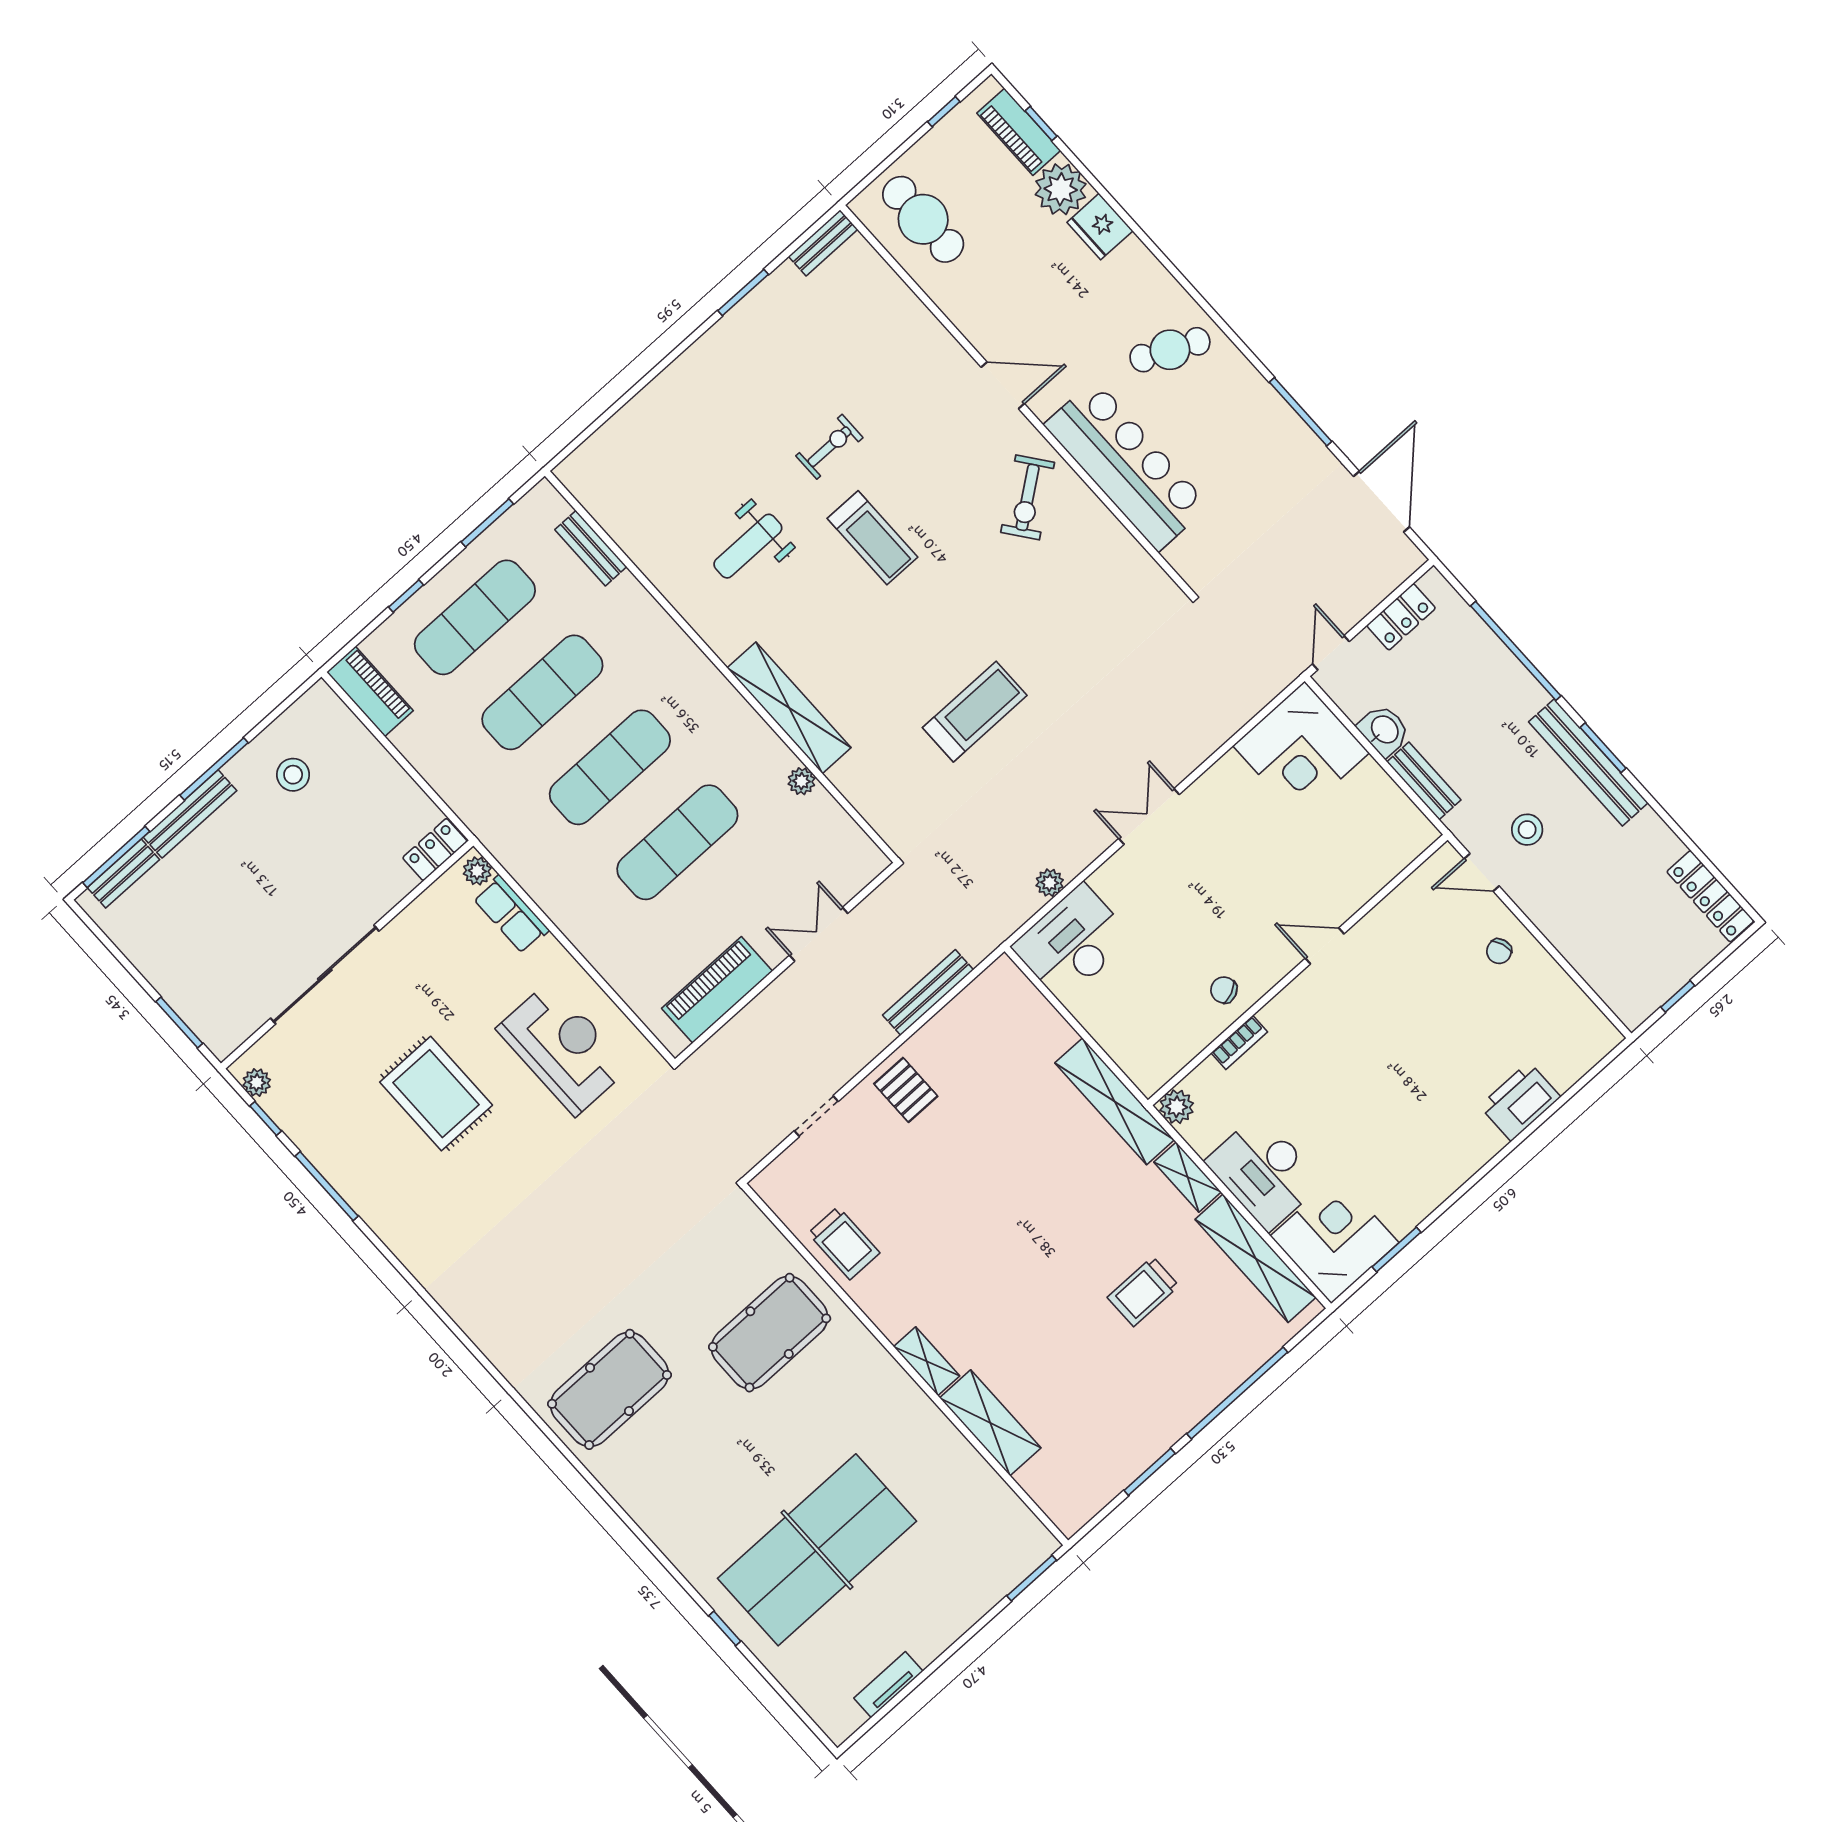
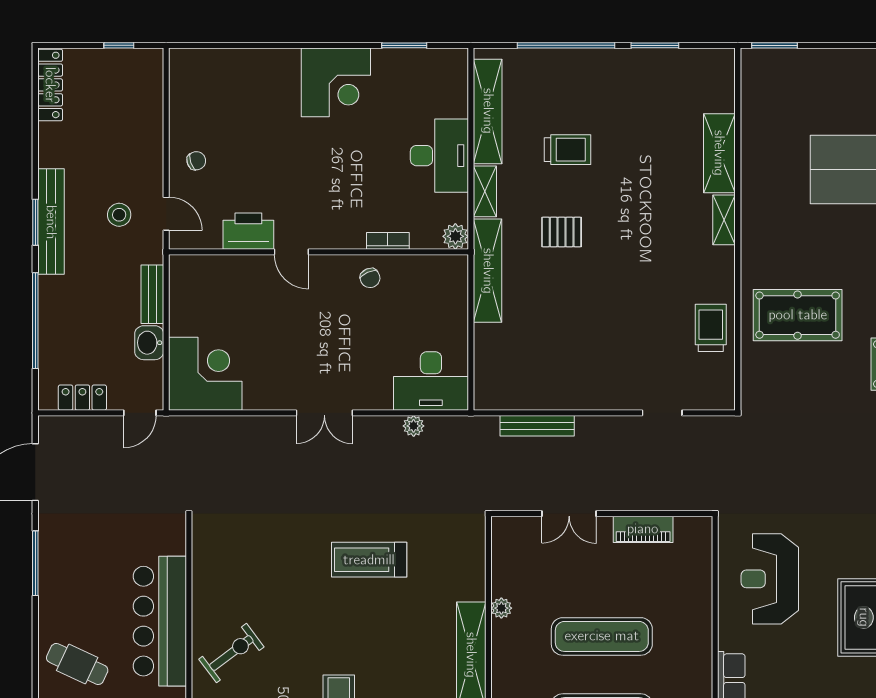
piano: (717, 990) -> (643, 529), width x0.73, depth x0.75
pallet: (906, 1090) -> (562, 232), moved, turned 90
printer: (1520, 1101) -> (248, 231), moved, turned 180
corner desk: (1335, 1239) -> (336, 82), moved, turned -90

